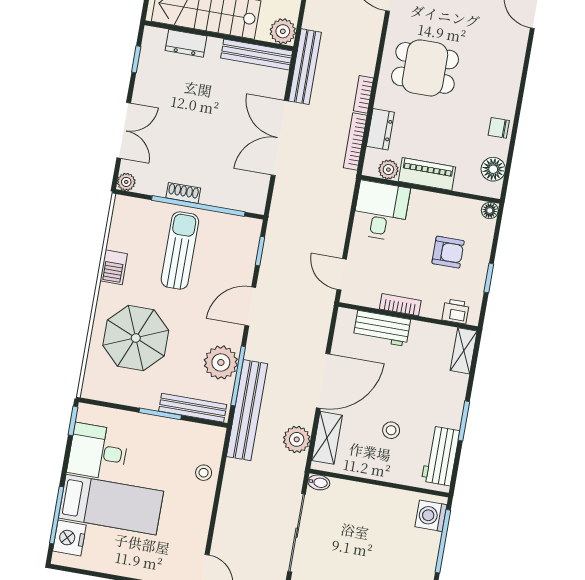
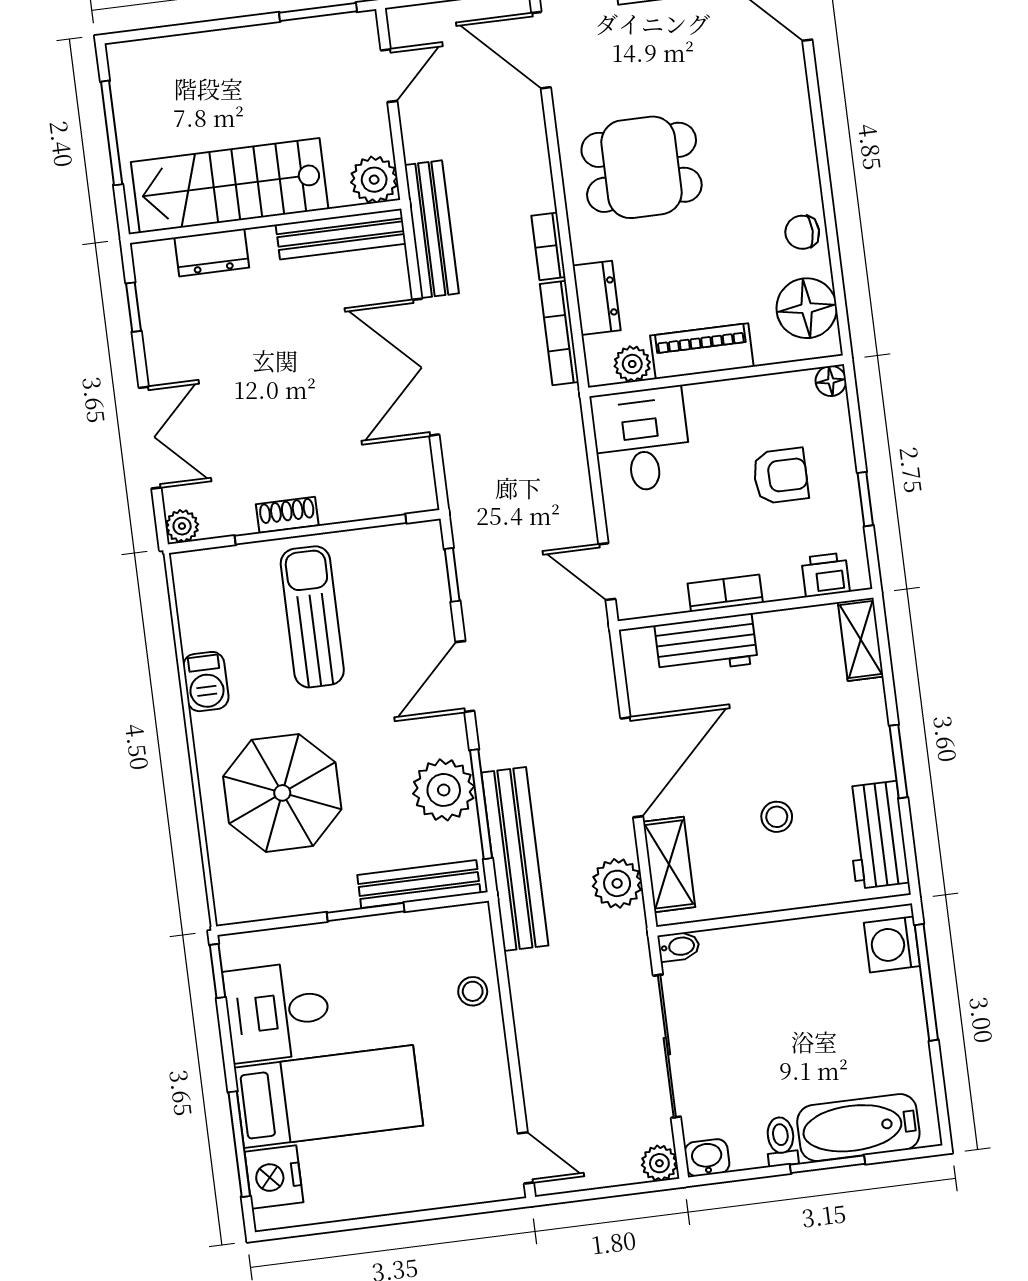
floor lamp: (493, 169) -> (807, 308), width x1.38, depth x1.38

